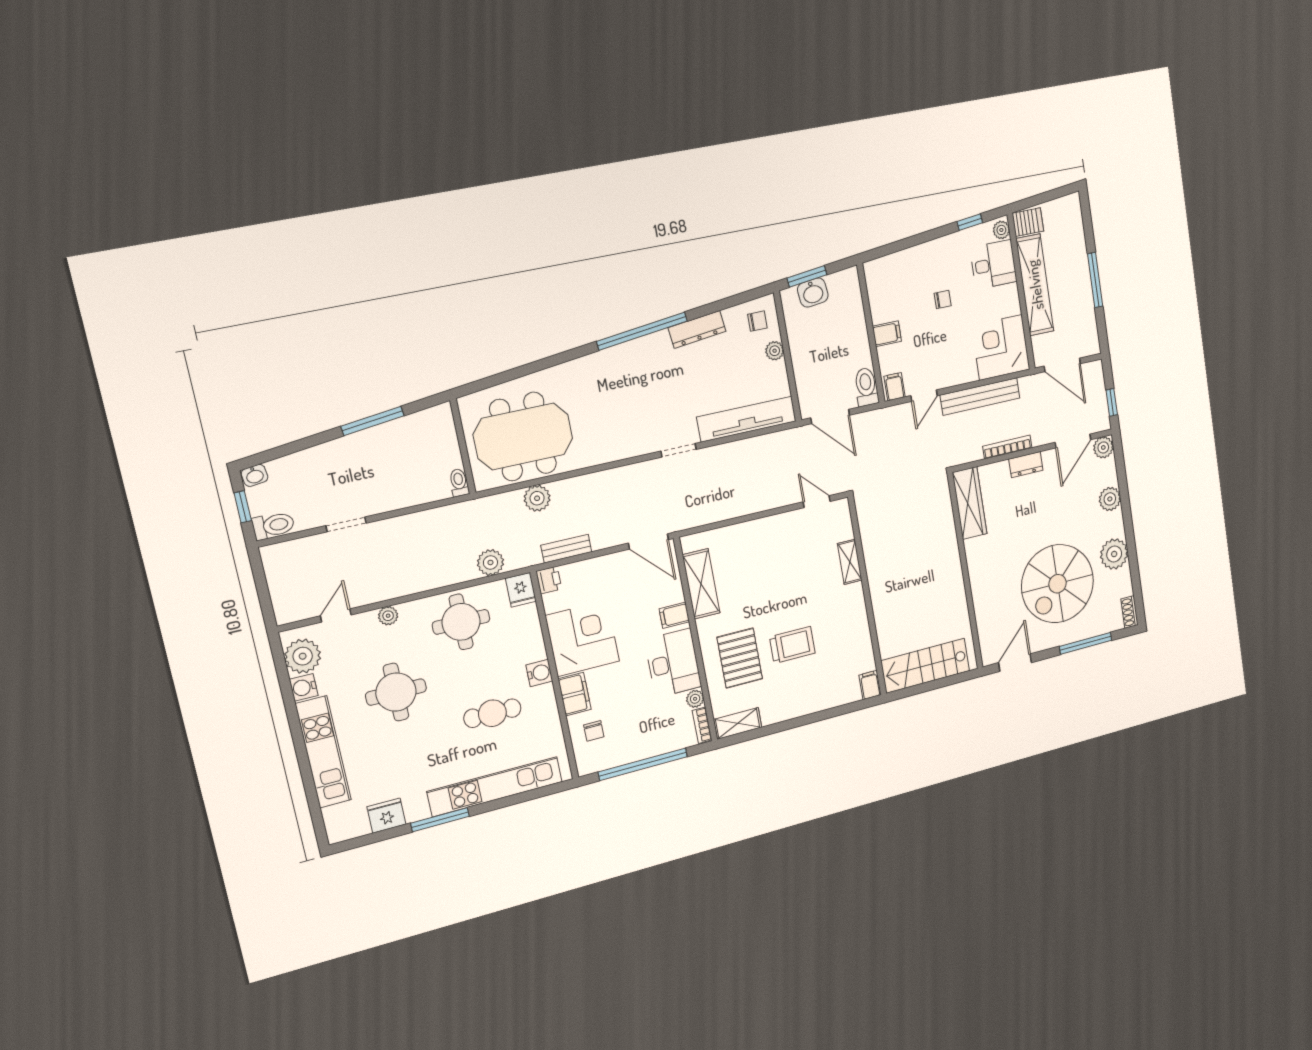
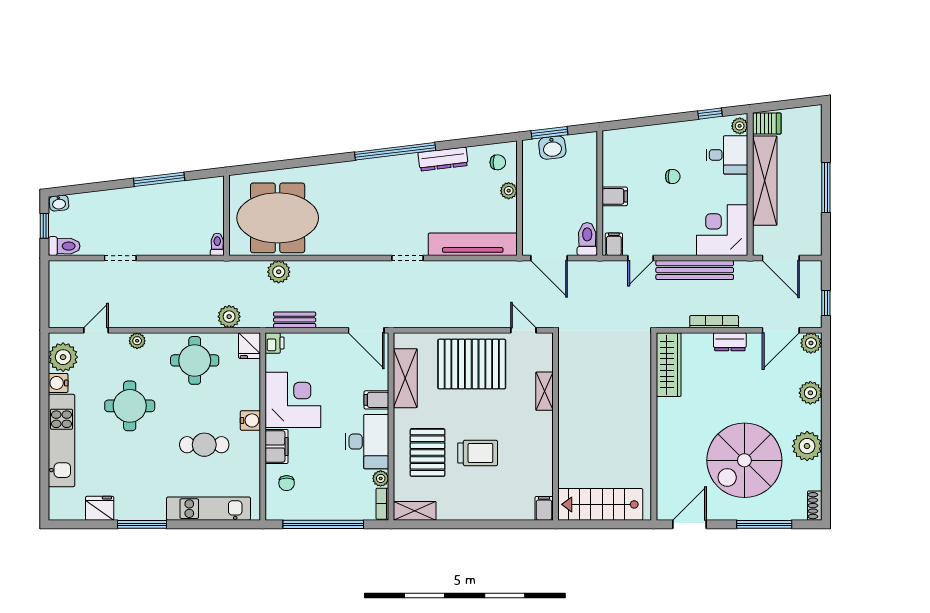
pallet: (769, 551) -> (472, 364), added
kitchen unit: (495, 787) -> (208, 509), width x0.73

